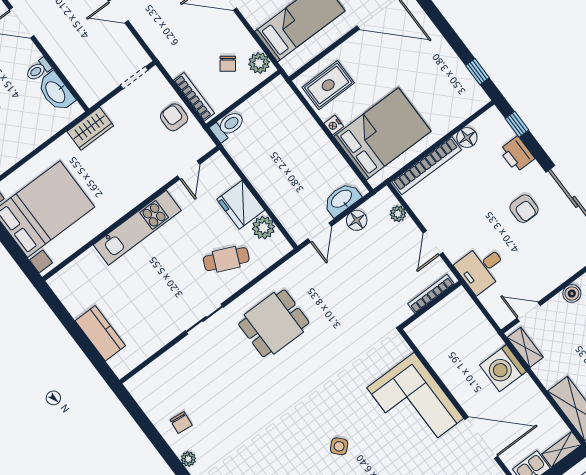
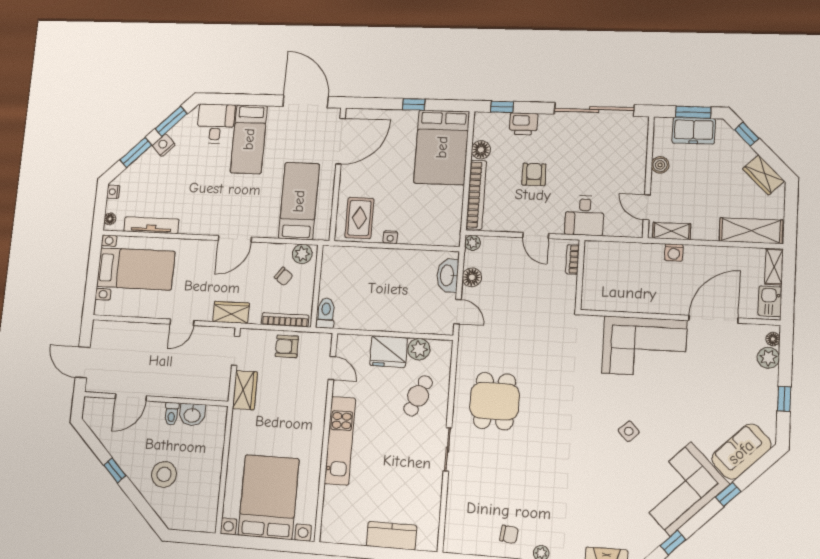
wardrobe: (161, 46) -> (231, 312), added
window: (477, 72) -> (414, 104), moved
washbasin: (56, 92) -> (192, 415), width x0.72
wardrobe: (90, 129) -> (245, 390), moved
bed: (382, 134) -> (442, 147), moved, turned 180
armchair: (524, 209) -> (534, 174), moved, turned -90
plant: (398, 214) -> (473, 243), moved
bookcase: (431, 294) -> (572, 259), width x0.64
door: (529, 312) -> (647, 207), hinge flipped
washing machine: (503, 368) -> (674, 252), width x0.53, depth x0.53

